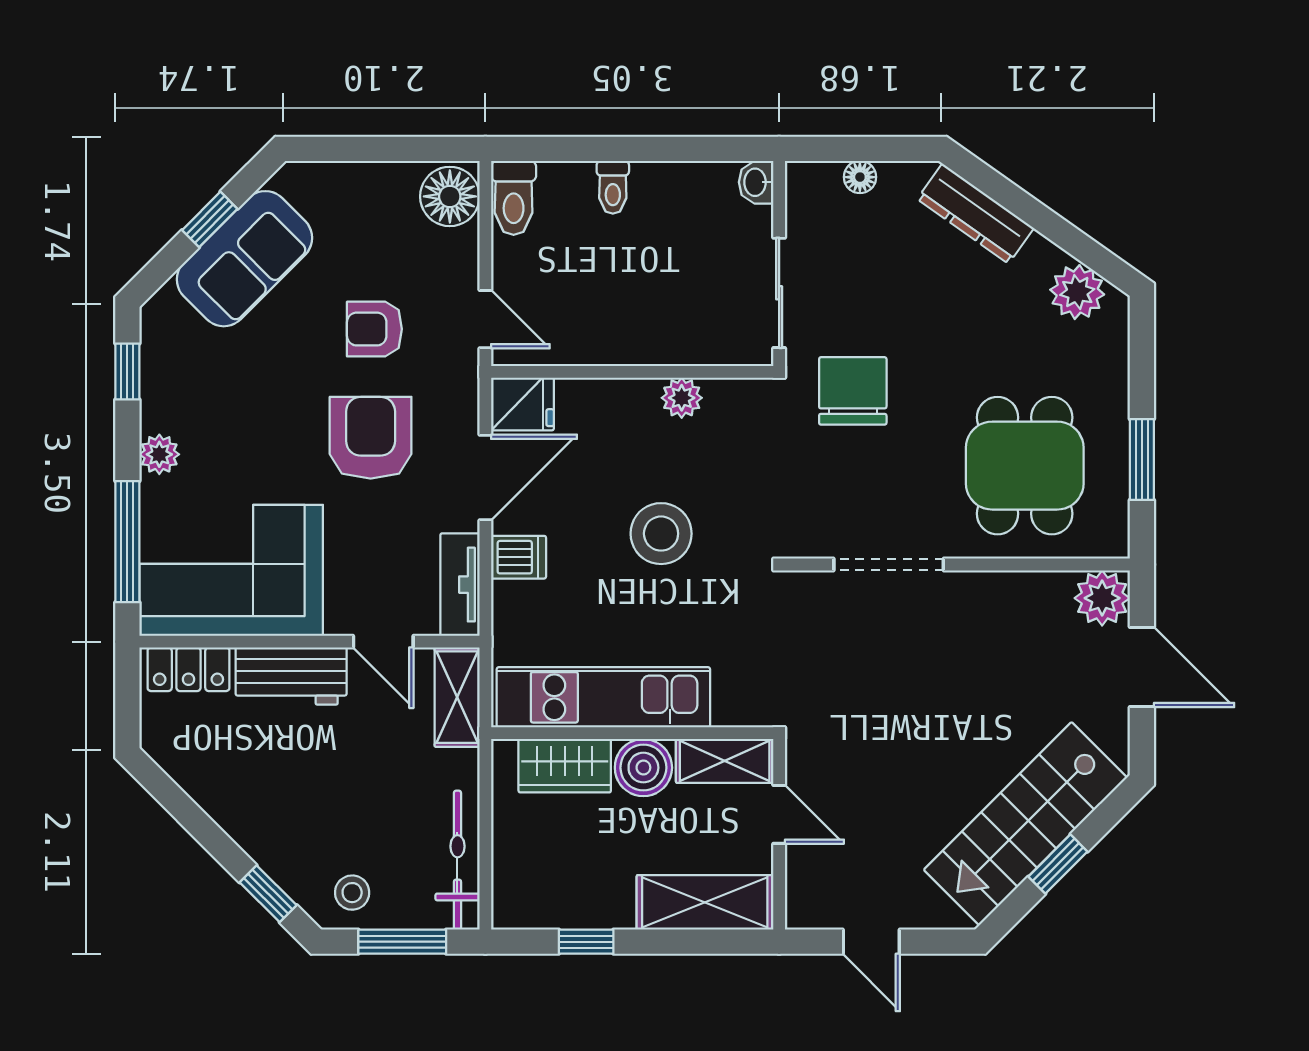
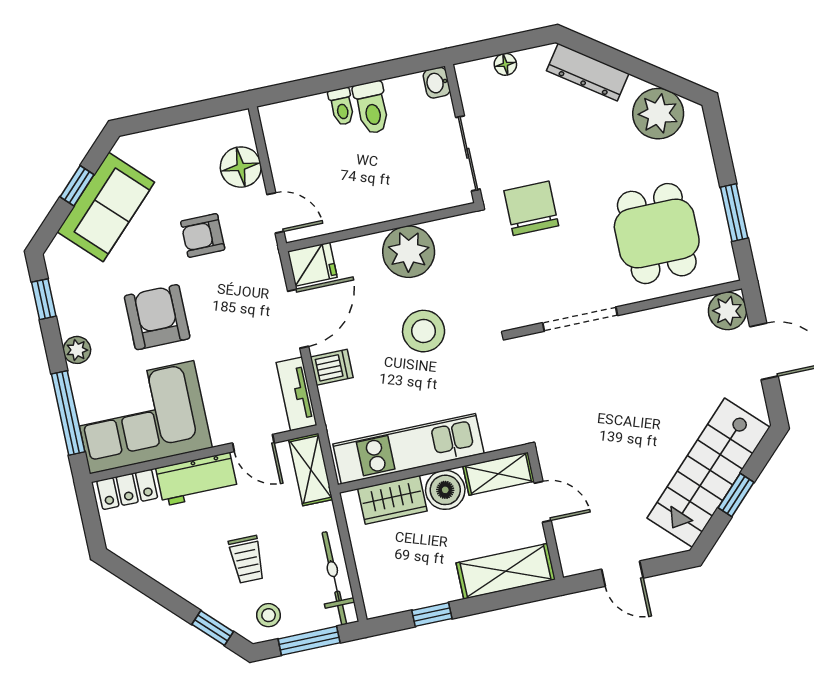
floor lamp: (450, 196) -> (241, 167), moved
toilet: (514, 198) -> (372, 108), moved
plant: (1077, 292) -> (658, 114), width x1.36, depth x1.36
plant: (682, 398) -> (409, 252), width x1.88, depth x1.88
armchair: (371, 438) -> (157, 317), moved
trolley: (338, 806) -> (247, 559), added

